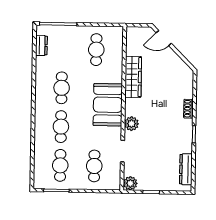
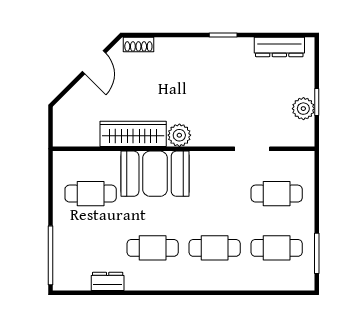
door: (164, 38) -> (94, 62), moved
dresser: (41, 46) -> (108, 281), moved
booth: (108, 105) -> (155, 174), moved
shoe rack: (188, 109) -> (138, 45), moved
plant: (131, 124) -> (179, 135), moved
plant: (130, 183) -> (303, 109), moved

